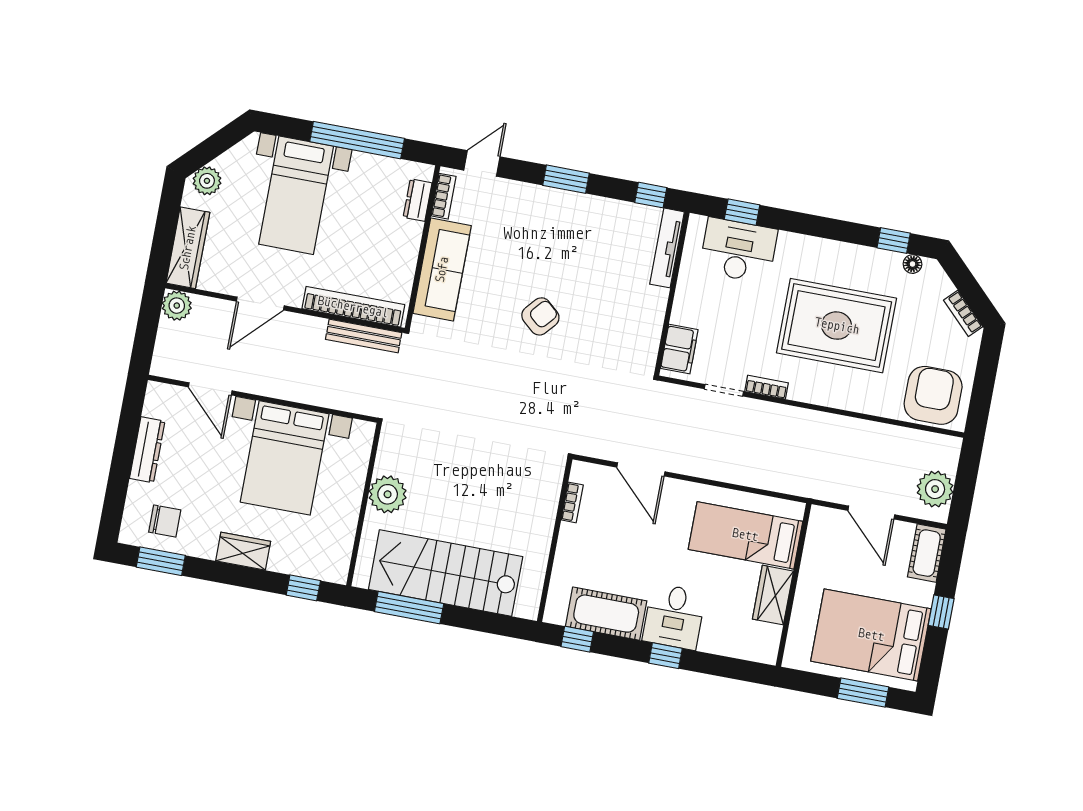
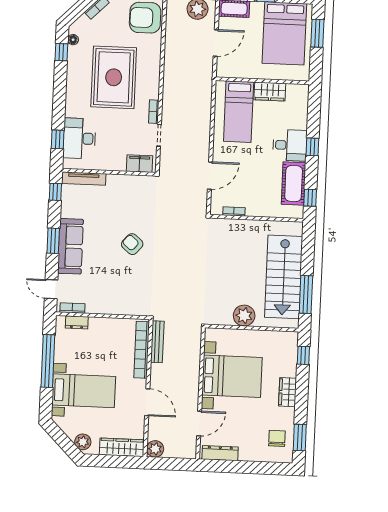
sofa: (442, 270) -> (71, 246), moved, turned 90
dresser: (147, 450) -> (220, 453), moved

